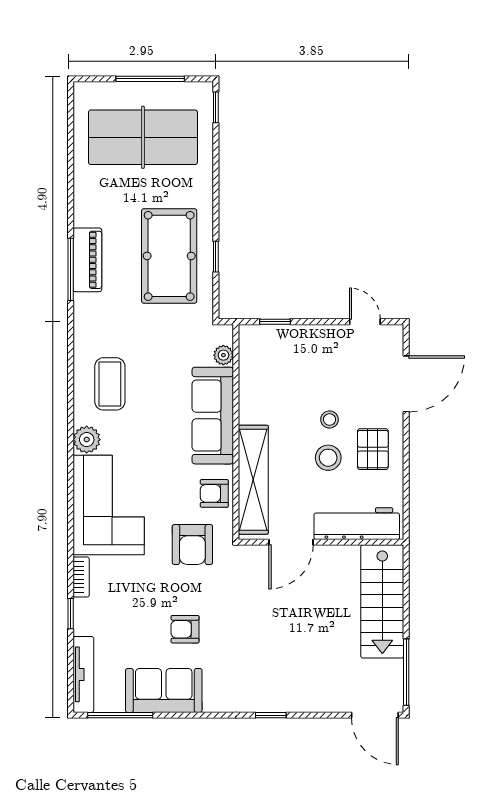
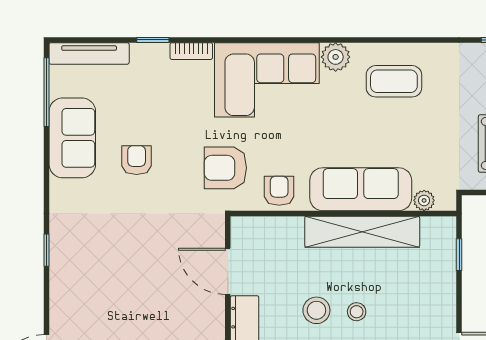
shelving: (253, 480) -> (362, 232), moved

